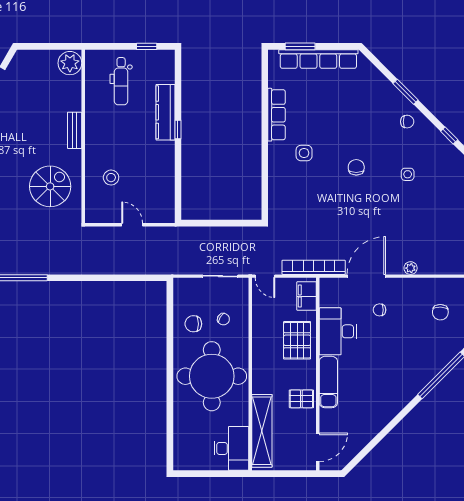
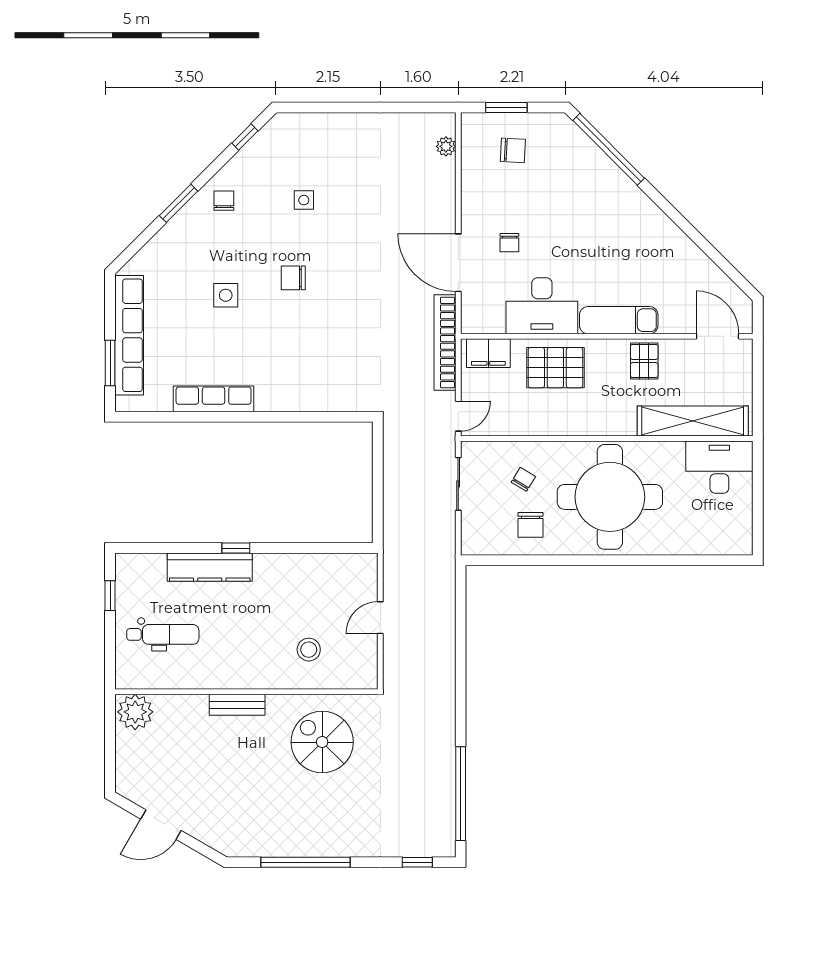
side table: (304, 153) -> (226, 295), moved
plant: (411, 268) -> (446, 146), moved

